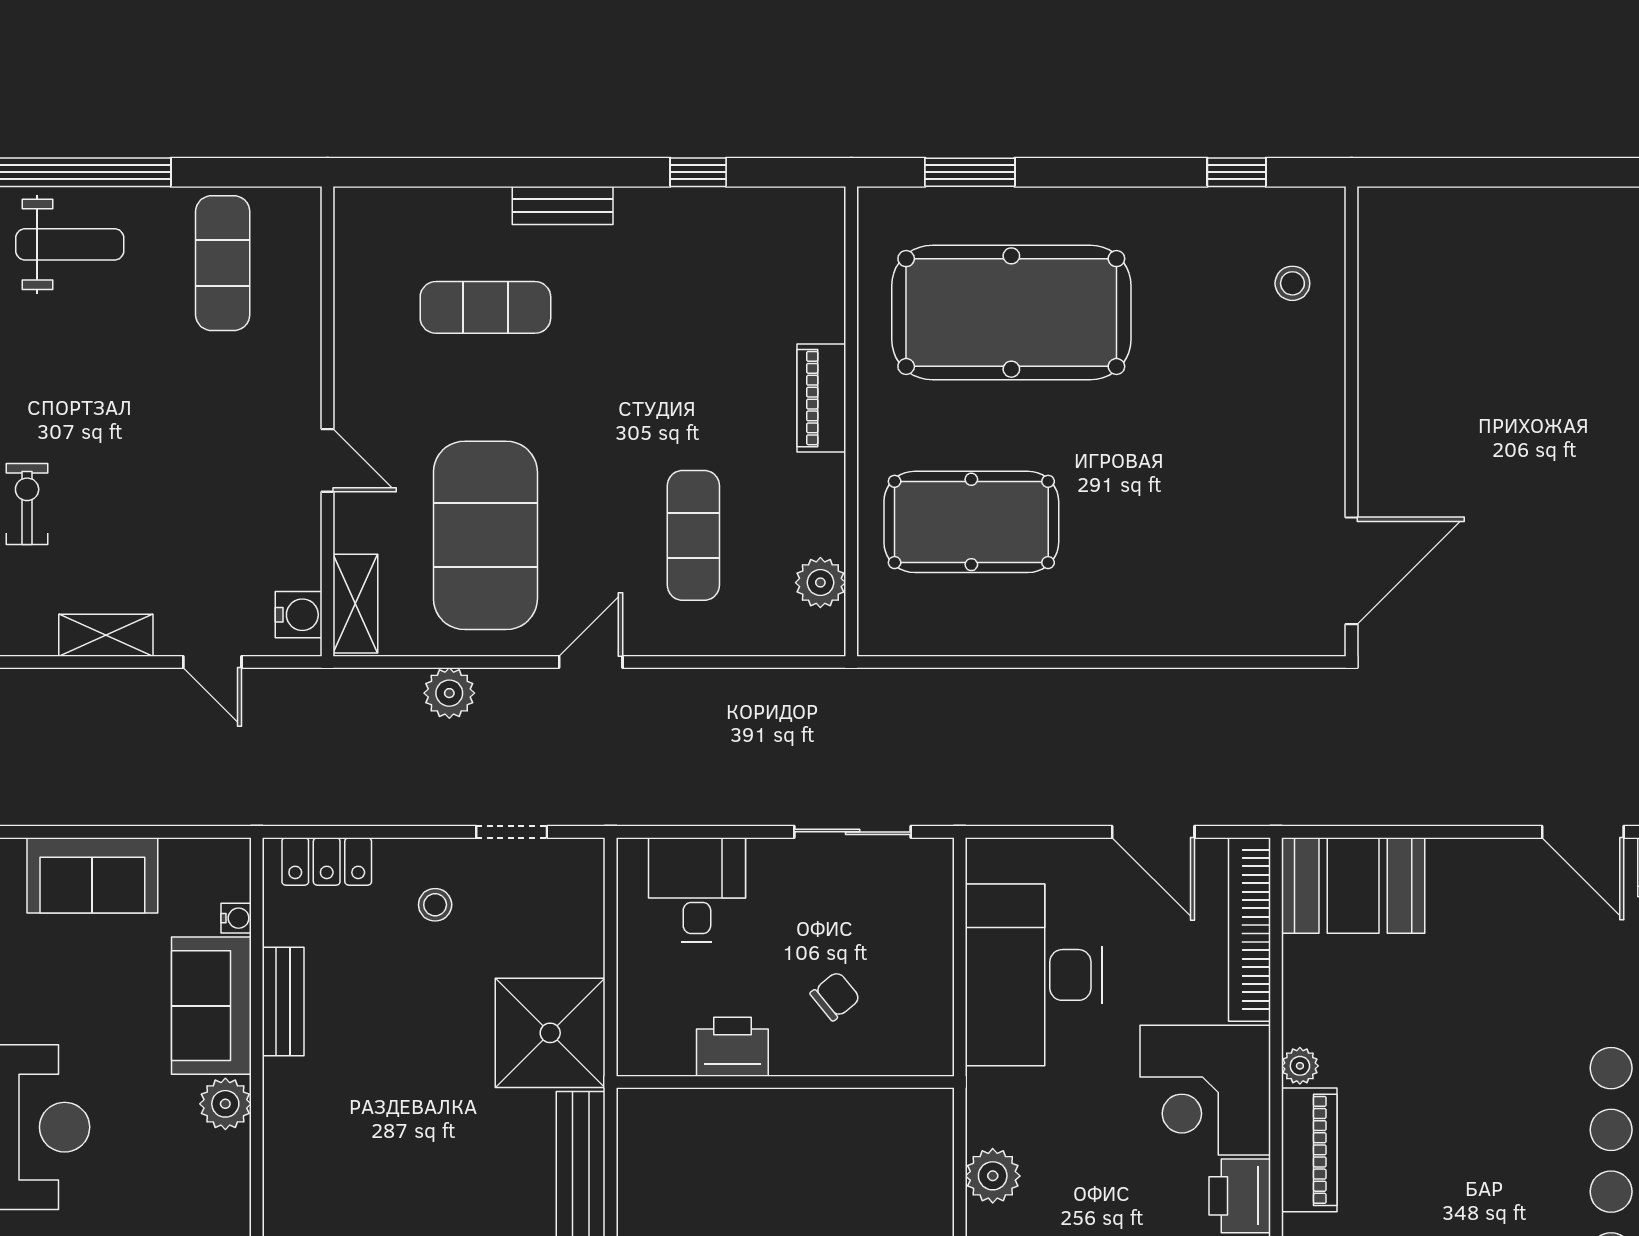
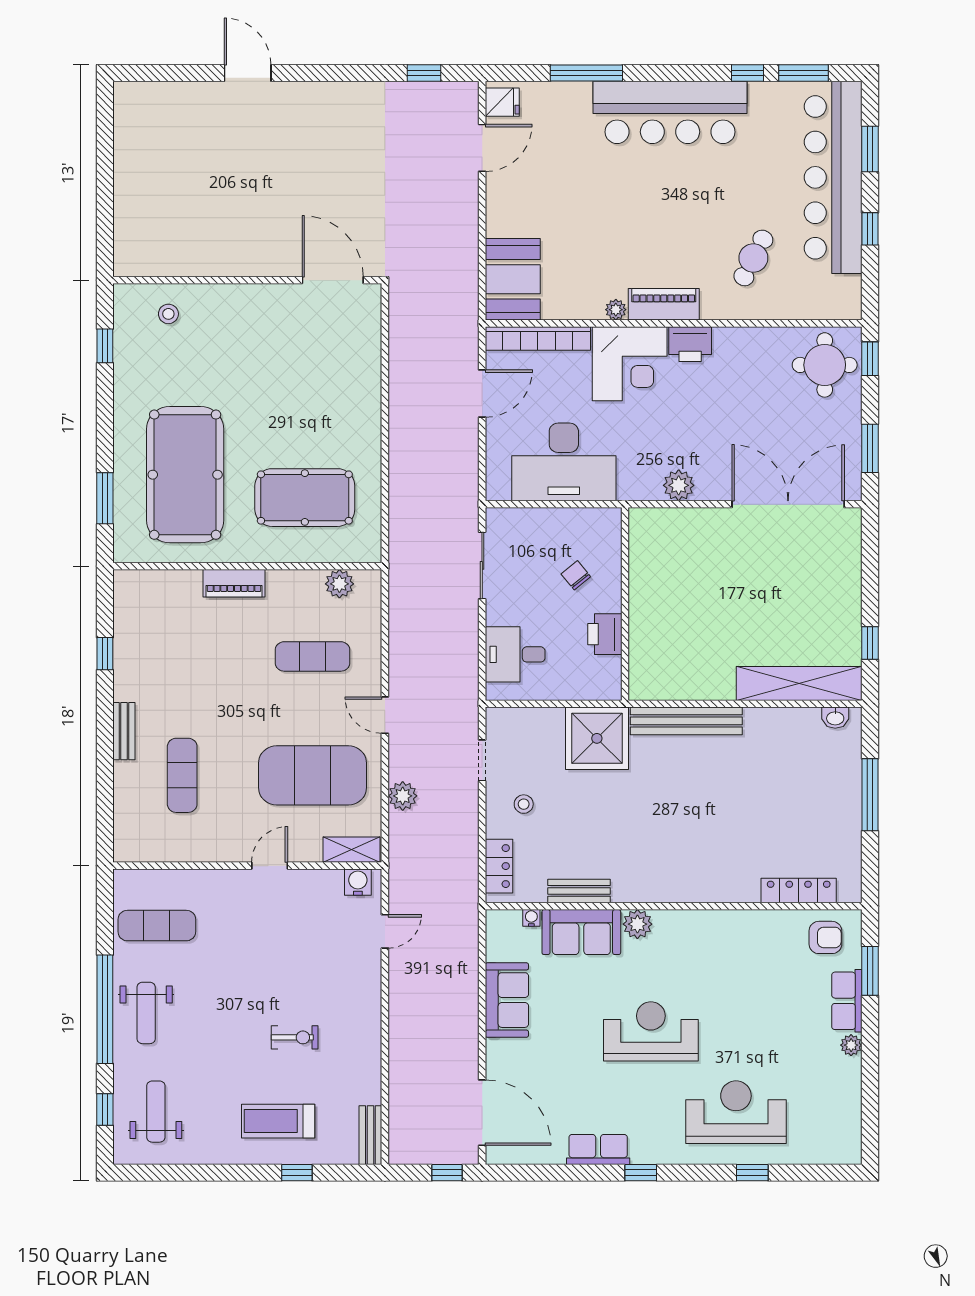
weight bench: (70, 244) -> (146, 1013), turned 180
exercise bike: (27, 504) -> (295, 1037), turned 180
pool table: (971, 522) -> (305, 498), turned 90
shelving: (106, 635) -> (370, 992), removed

